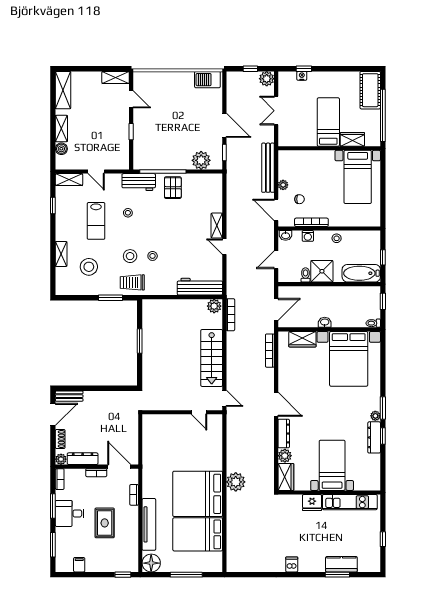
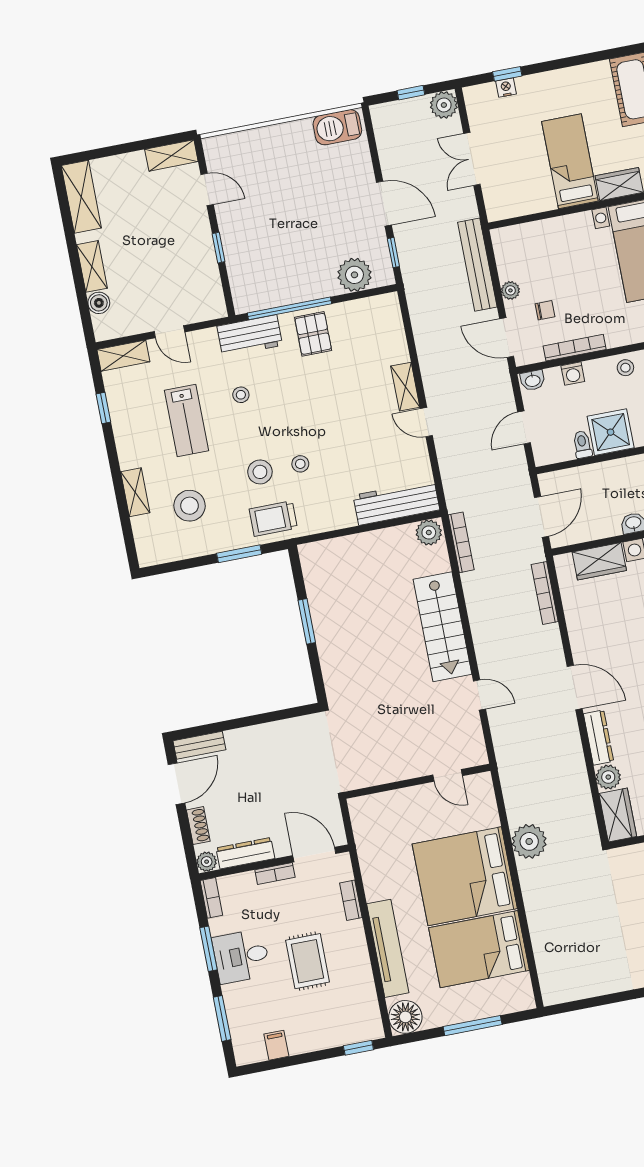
wall: (182, 412) -> (418, 781), moved
door: (199, 412) -> (448, 775), moved

